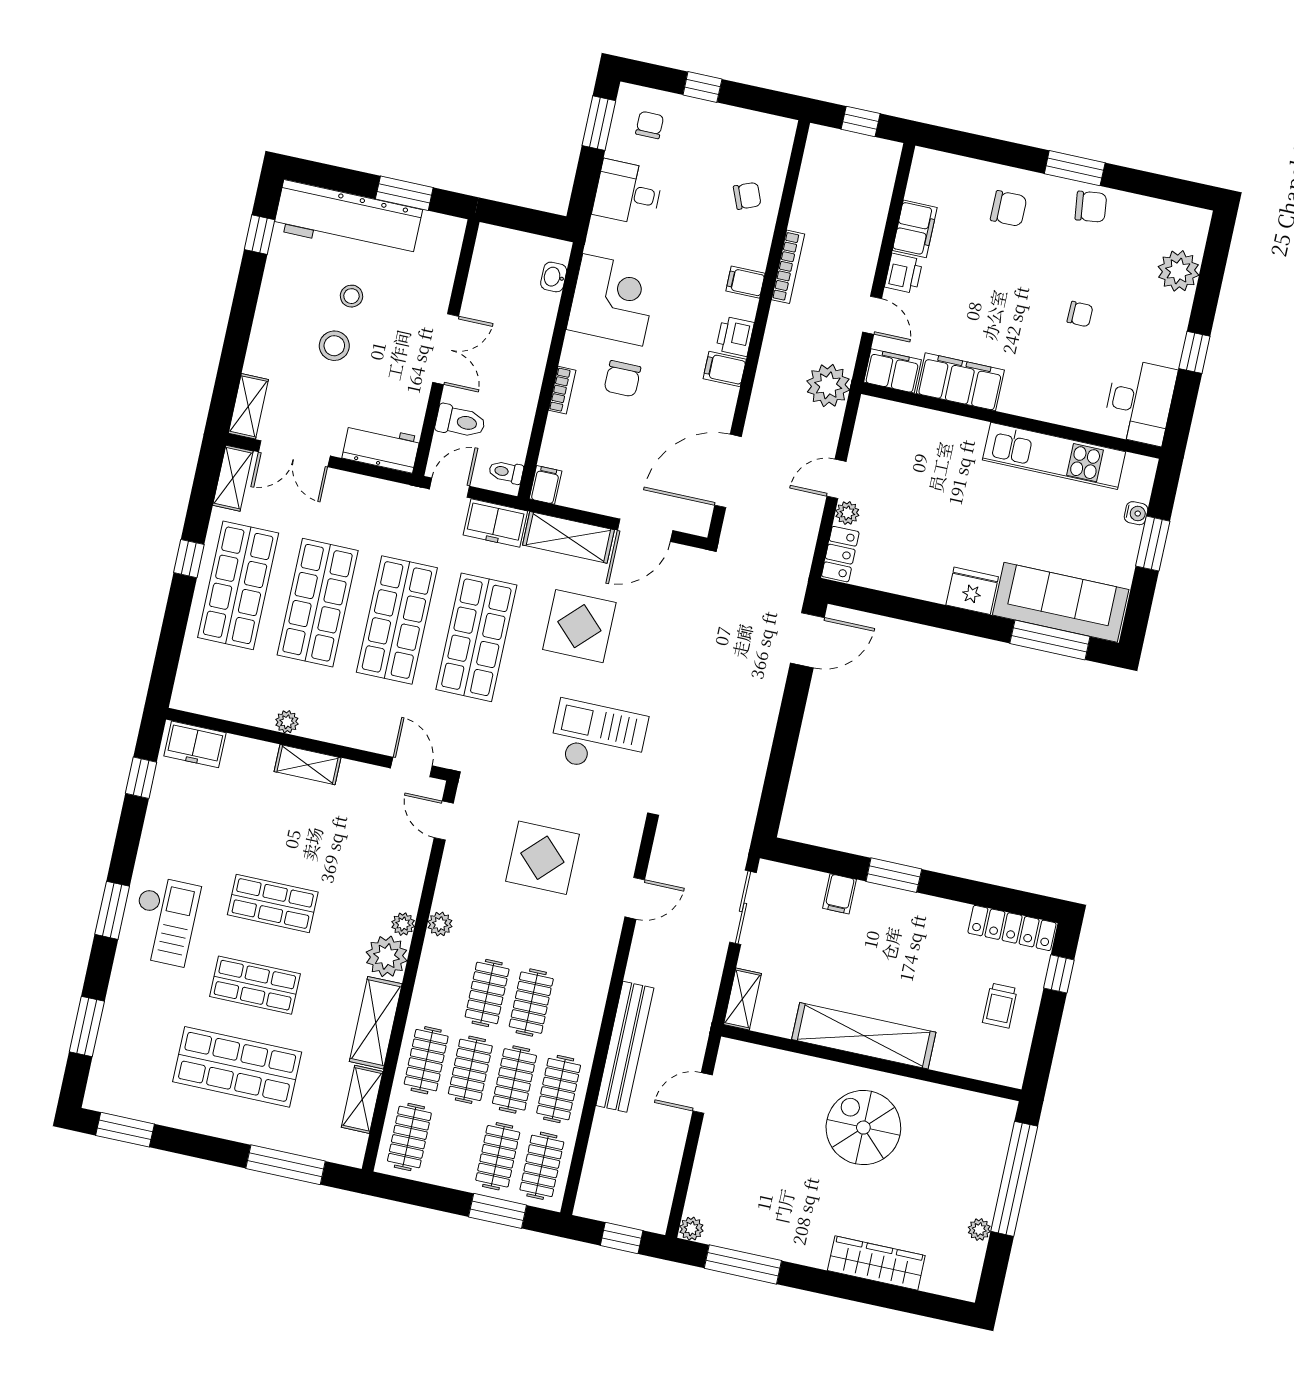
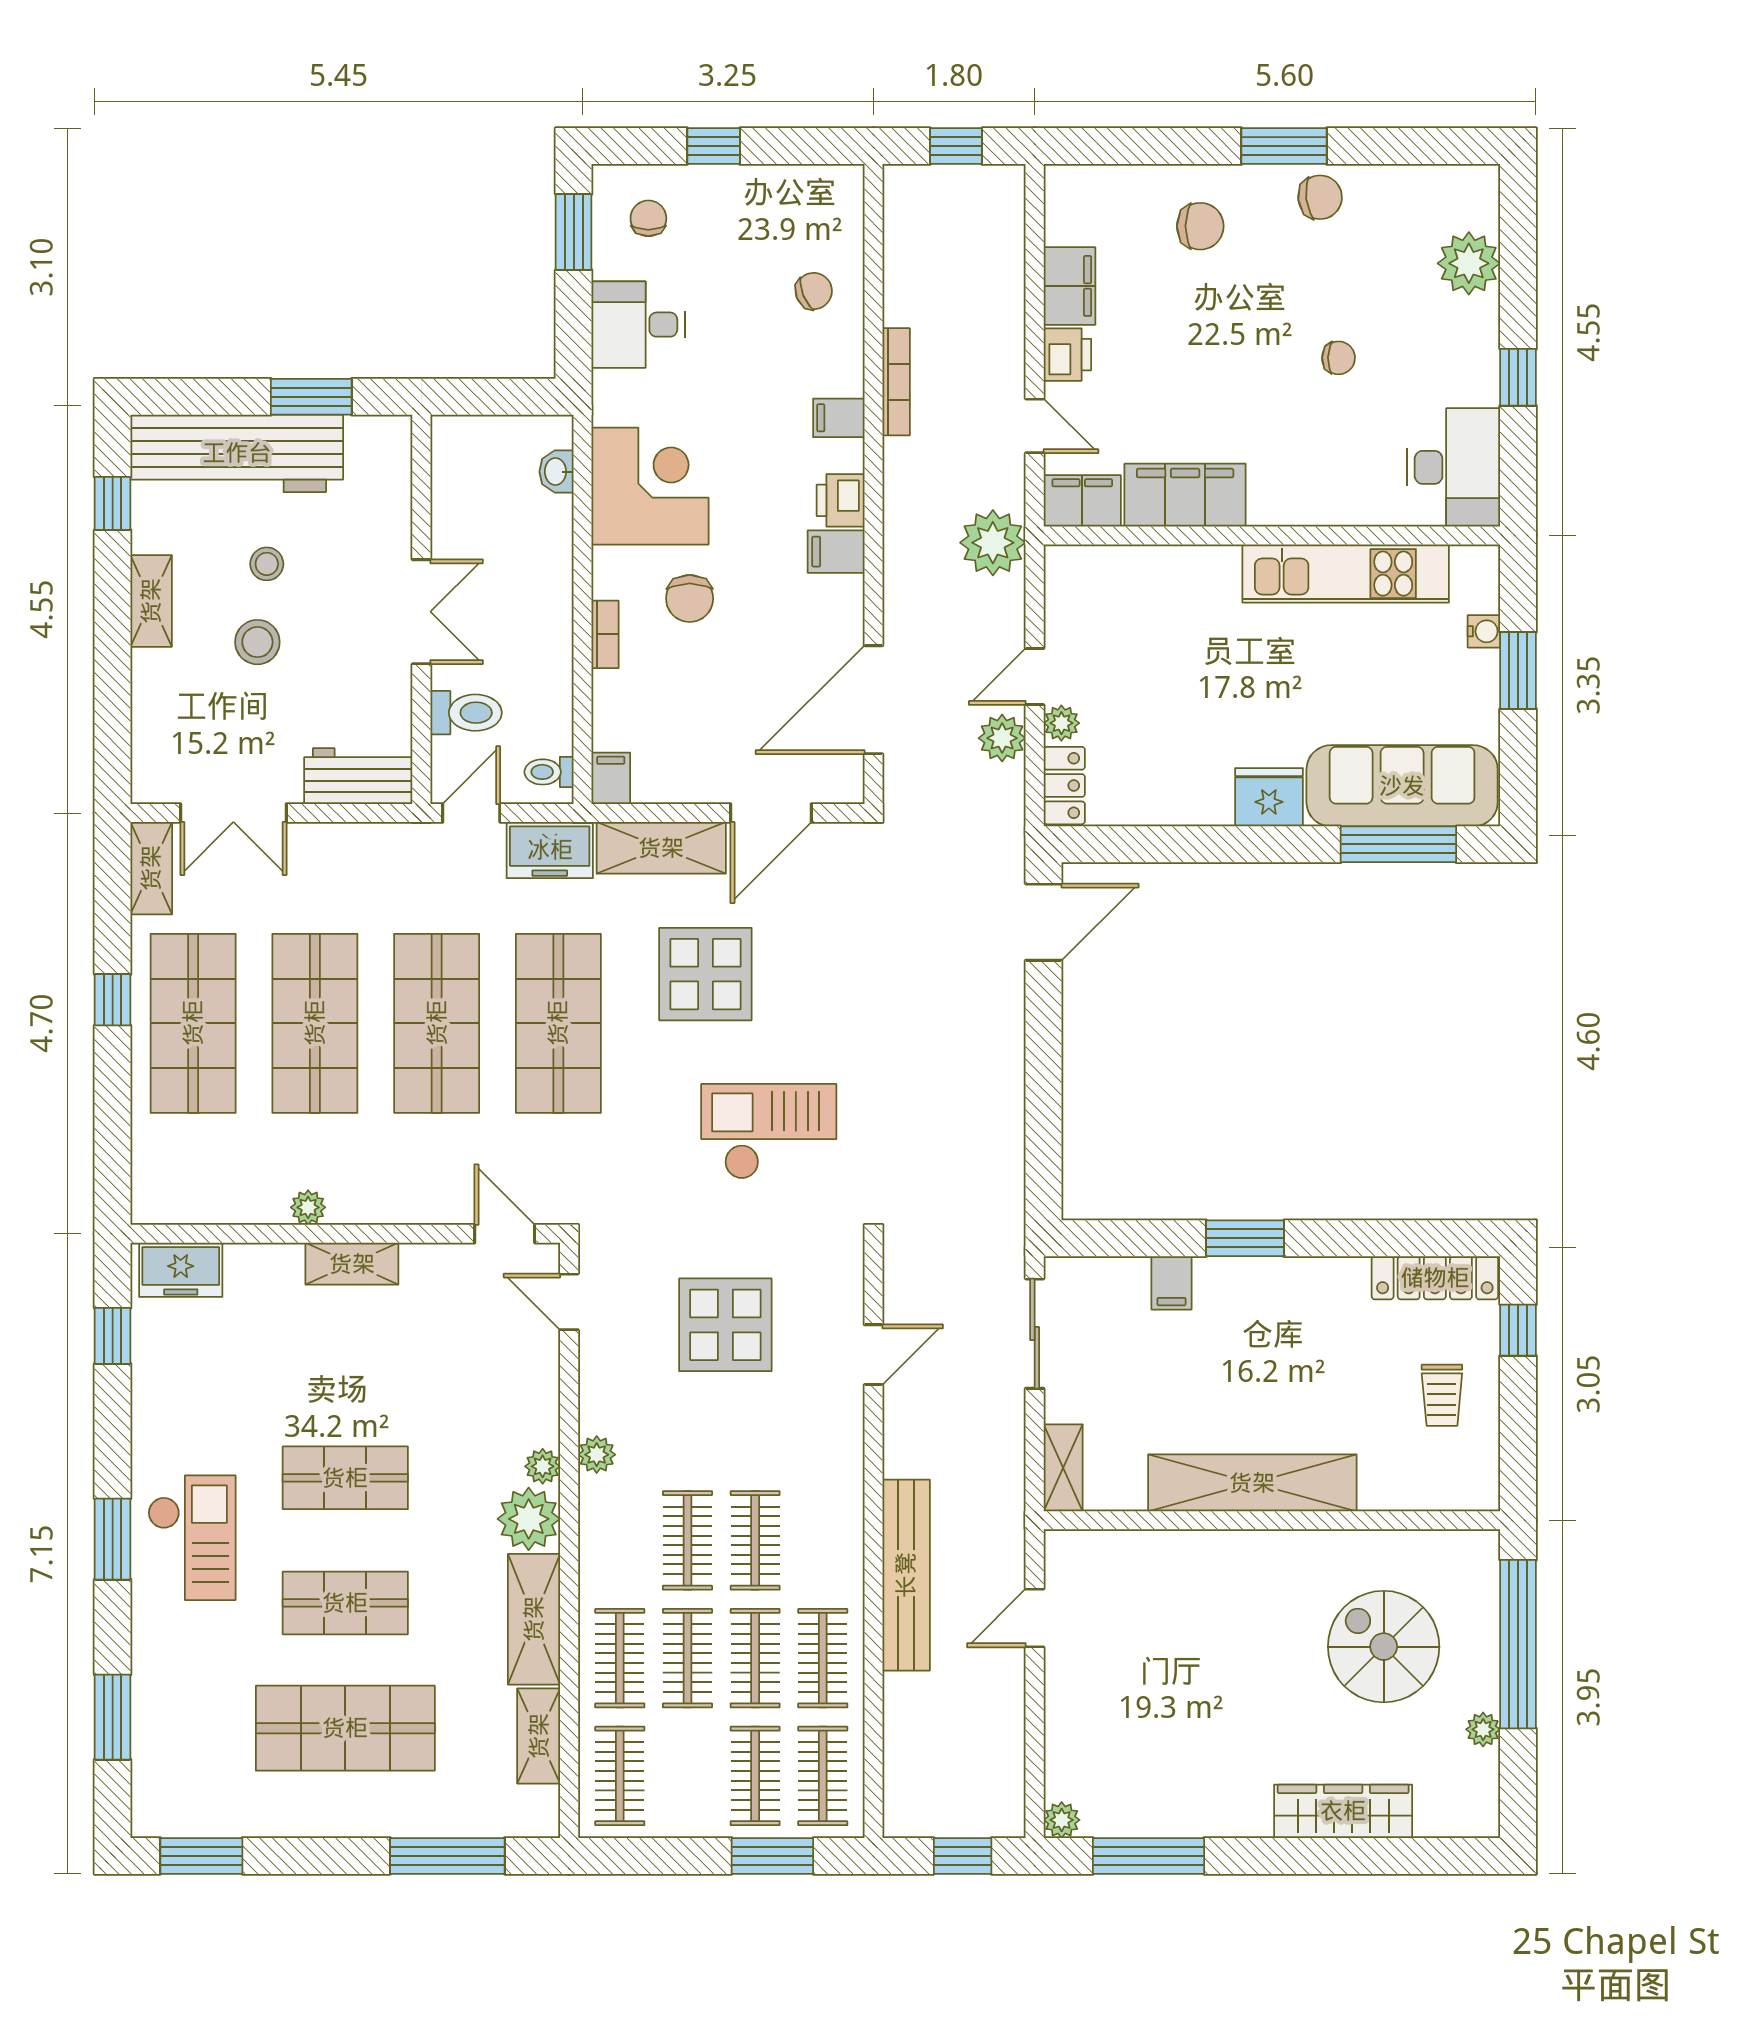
shelving: (248, 406) -> (151, 601), moved
plant: (806, 514) -> (1002, 738), added
spiral stairs: (863, 1128) -> (1384, 1647), moved

